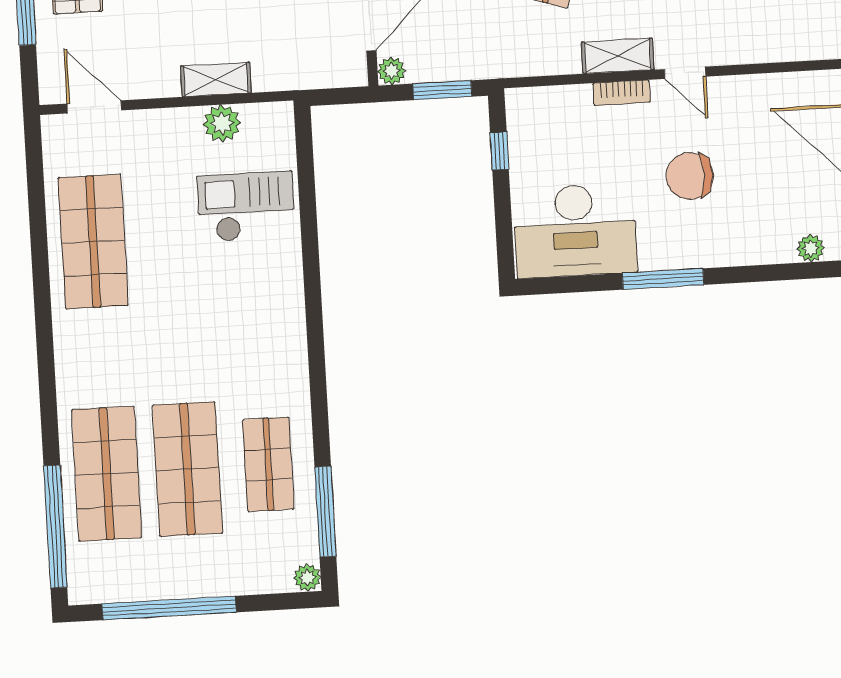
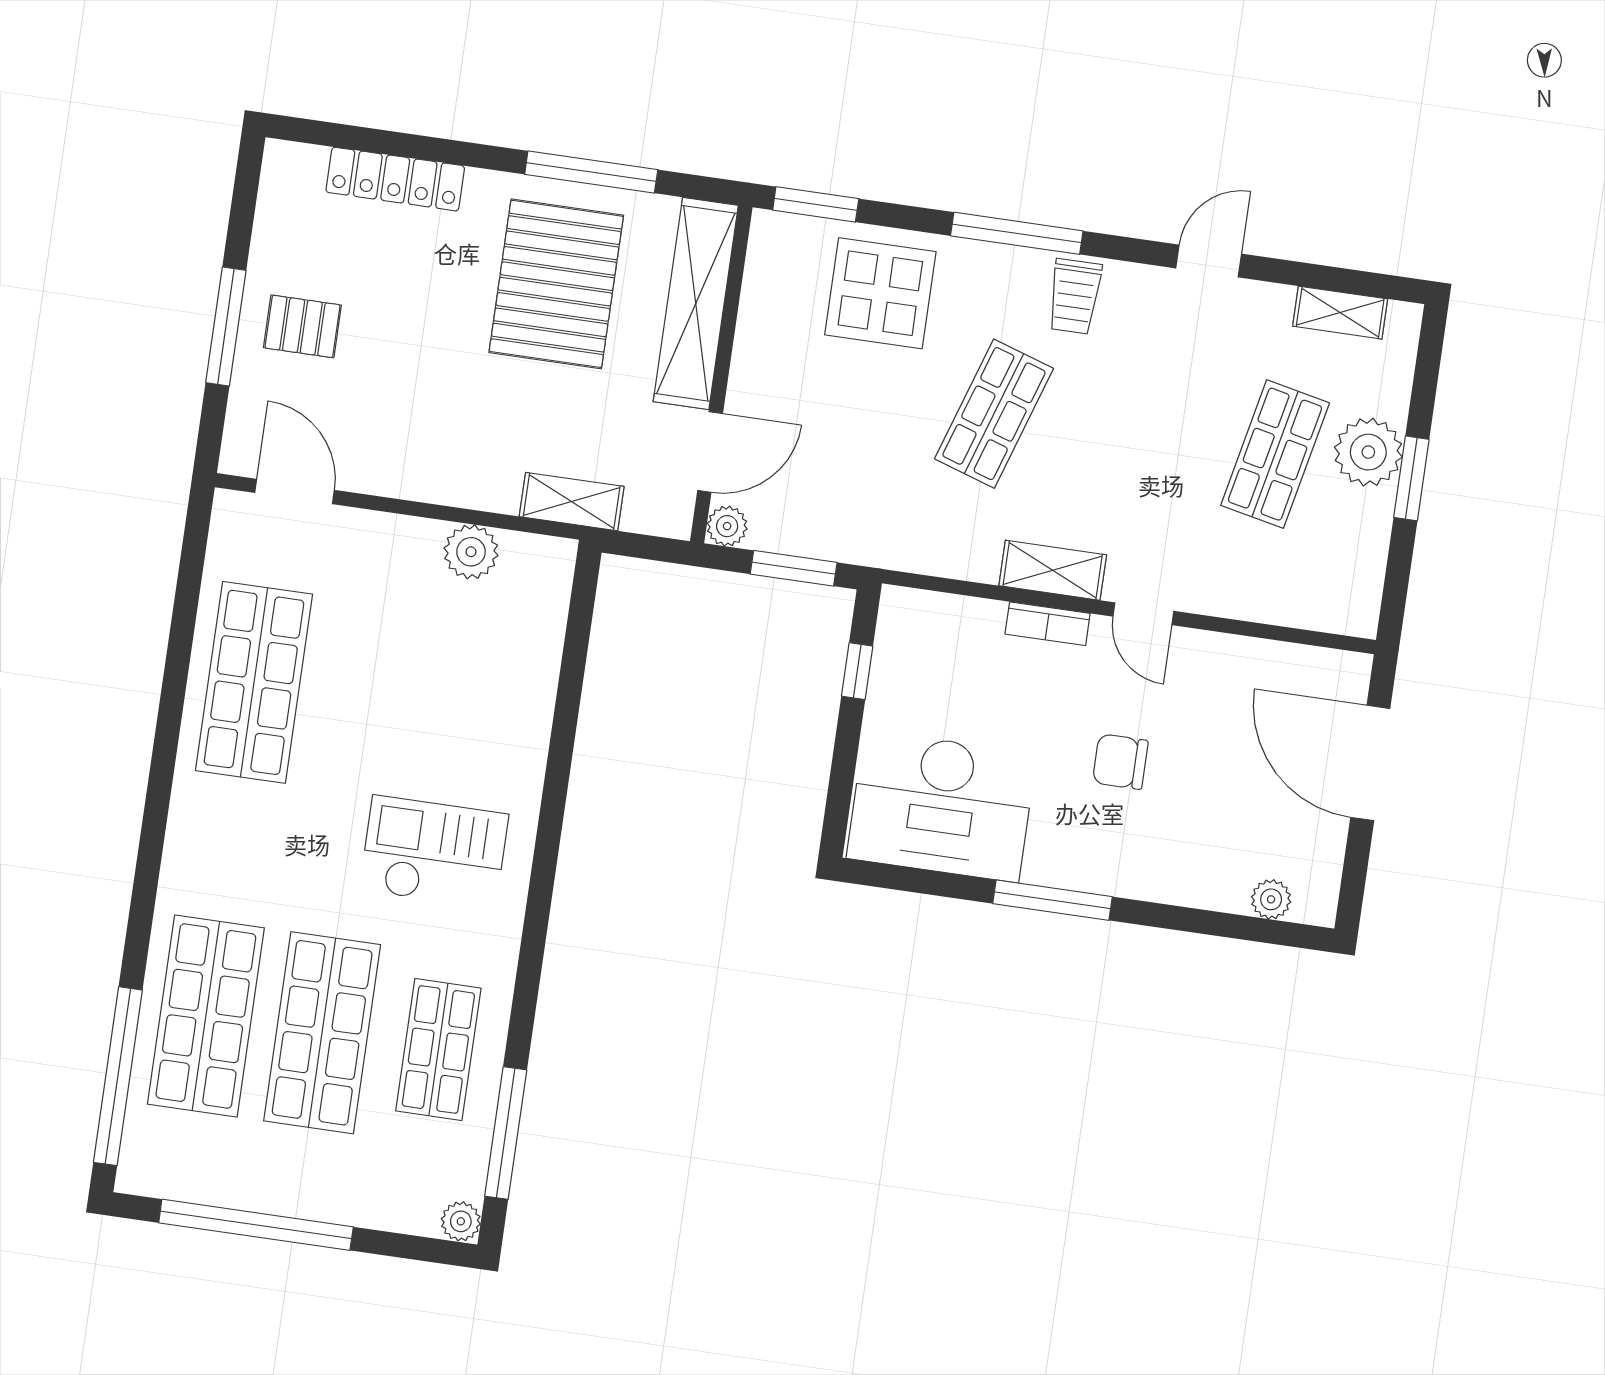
shelving: (216, 80) -> (572, 502), moved
chair: (690, 176) -> (1120, 762), width x0.73, depth x0.73
checkout: (246, 207) -> (434, 852), moved

